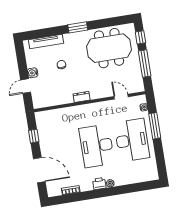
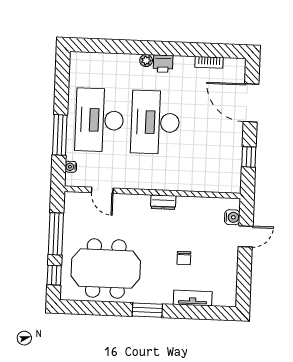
tv unit: (46, 42) -> (193, 298), width x0.71
water cooler: (33, 73) -> (232, 217), moved
desk: (97, 146) -> (155, 122), turned 180

